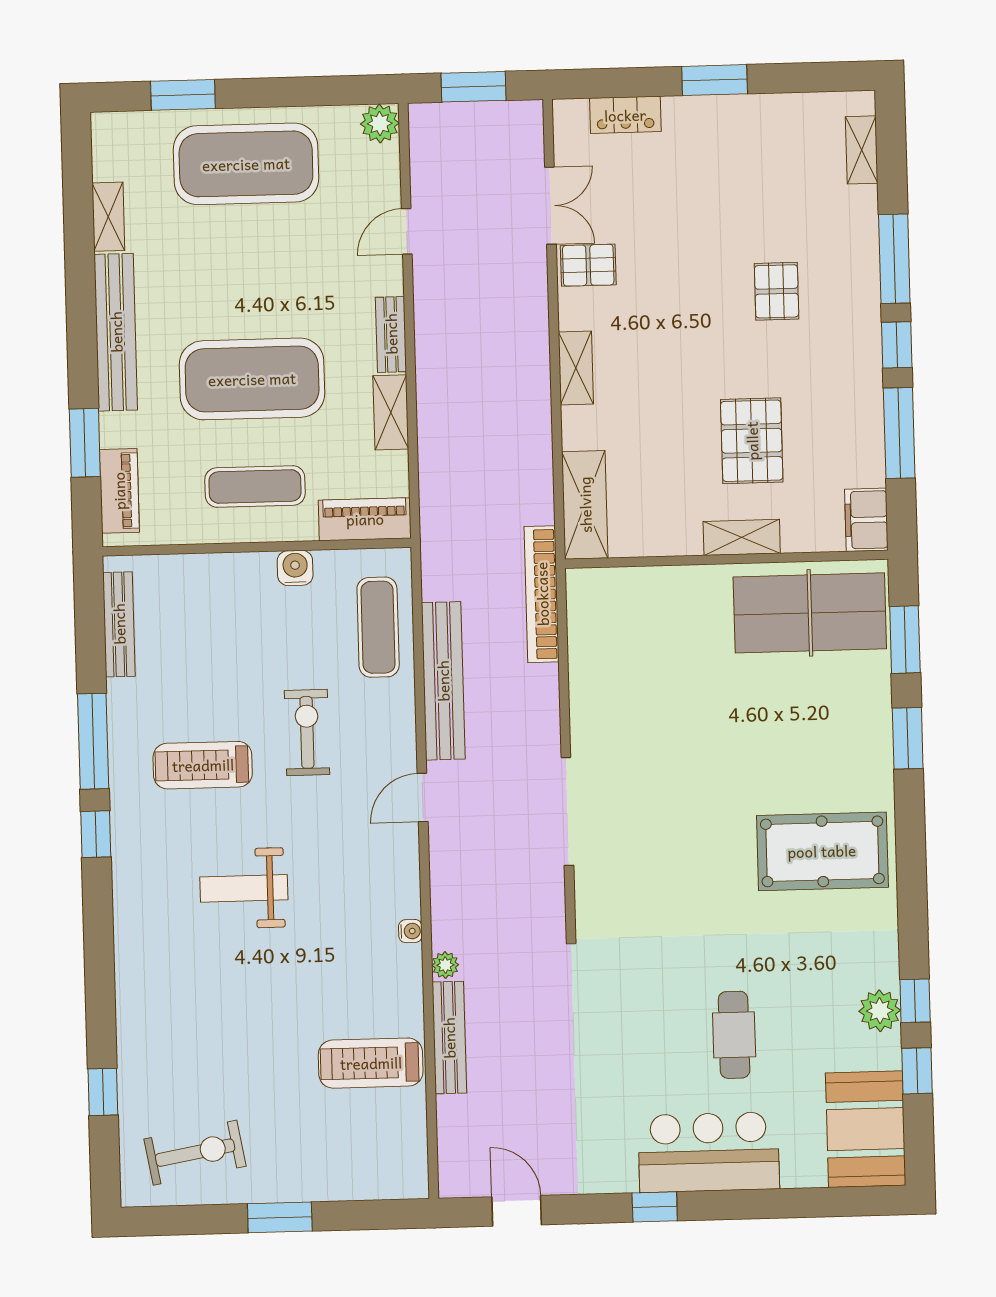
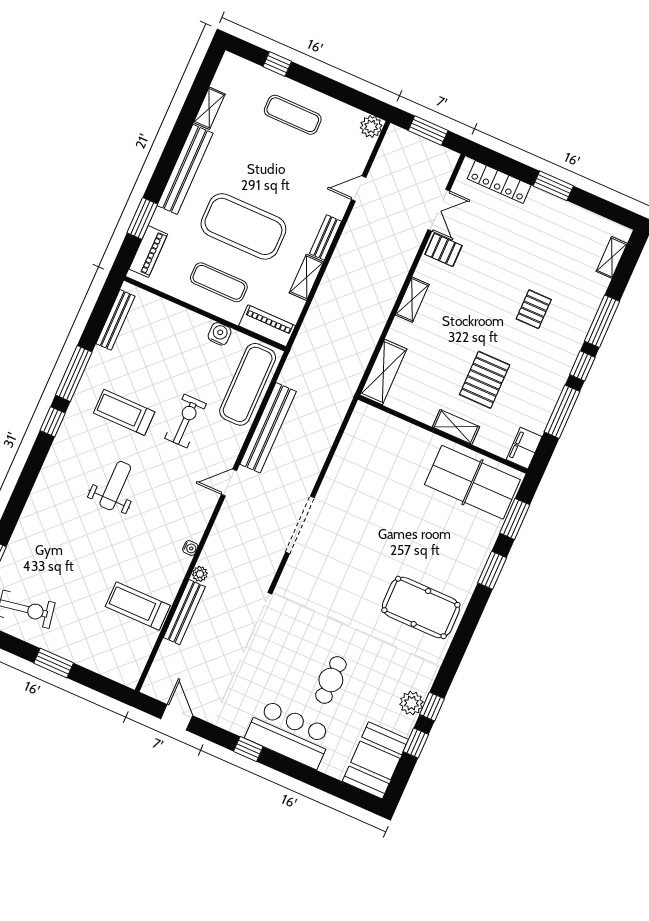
window: (183, 95) -> (277, 64), width x0.67
locker: (625, 115) -> (499, 182), width x1.53
exercise mat: (246, 164) -> (293, 115), width x0.50, depth x0.69
bookcase: (542, 594) -> (339, 407), removed
exercise mat: (378, 627) -> (248, 384), width x1.36, depth x1.45
weight bench: (244, 888) -> (115, 486), turned 90

